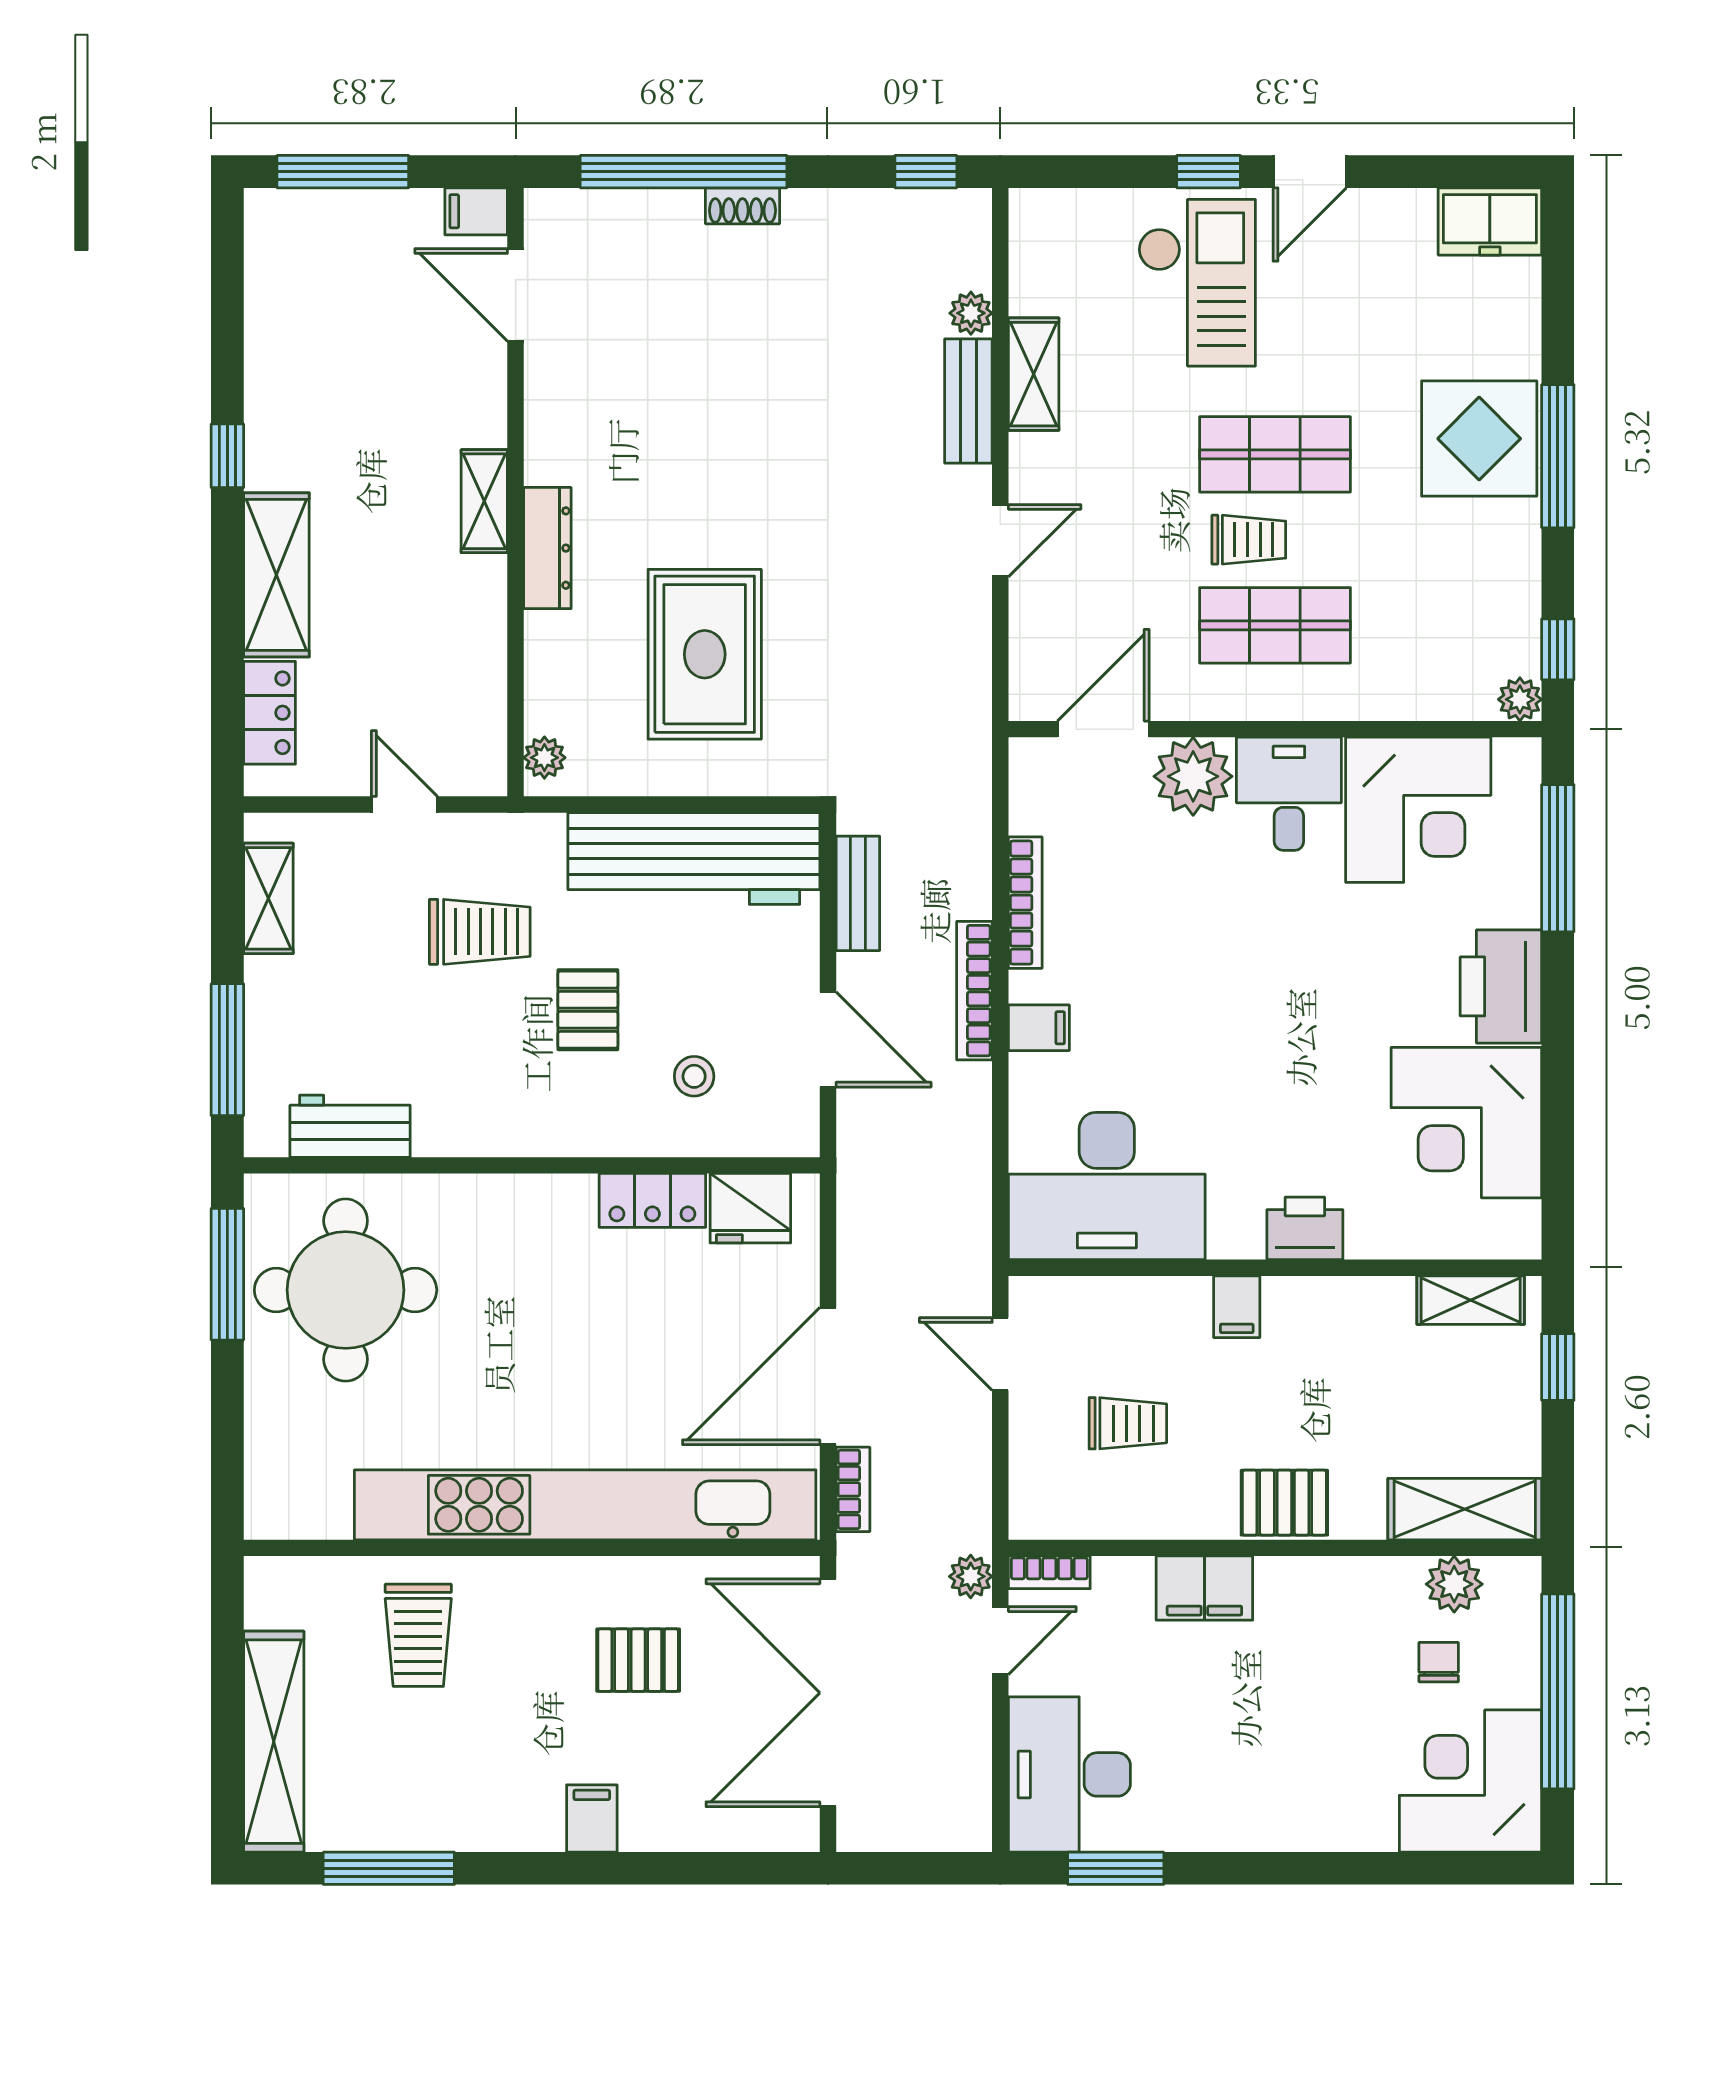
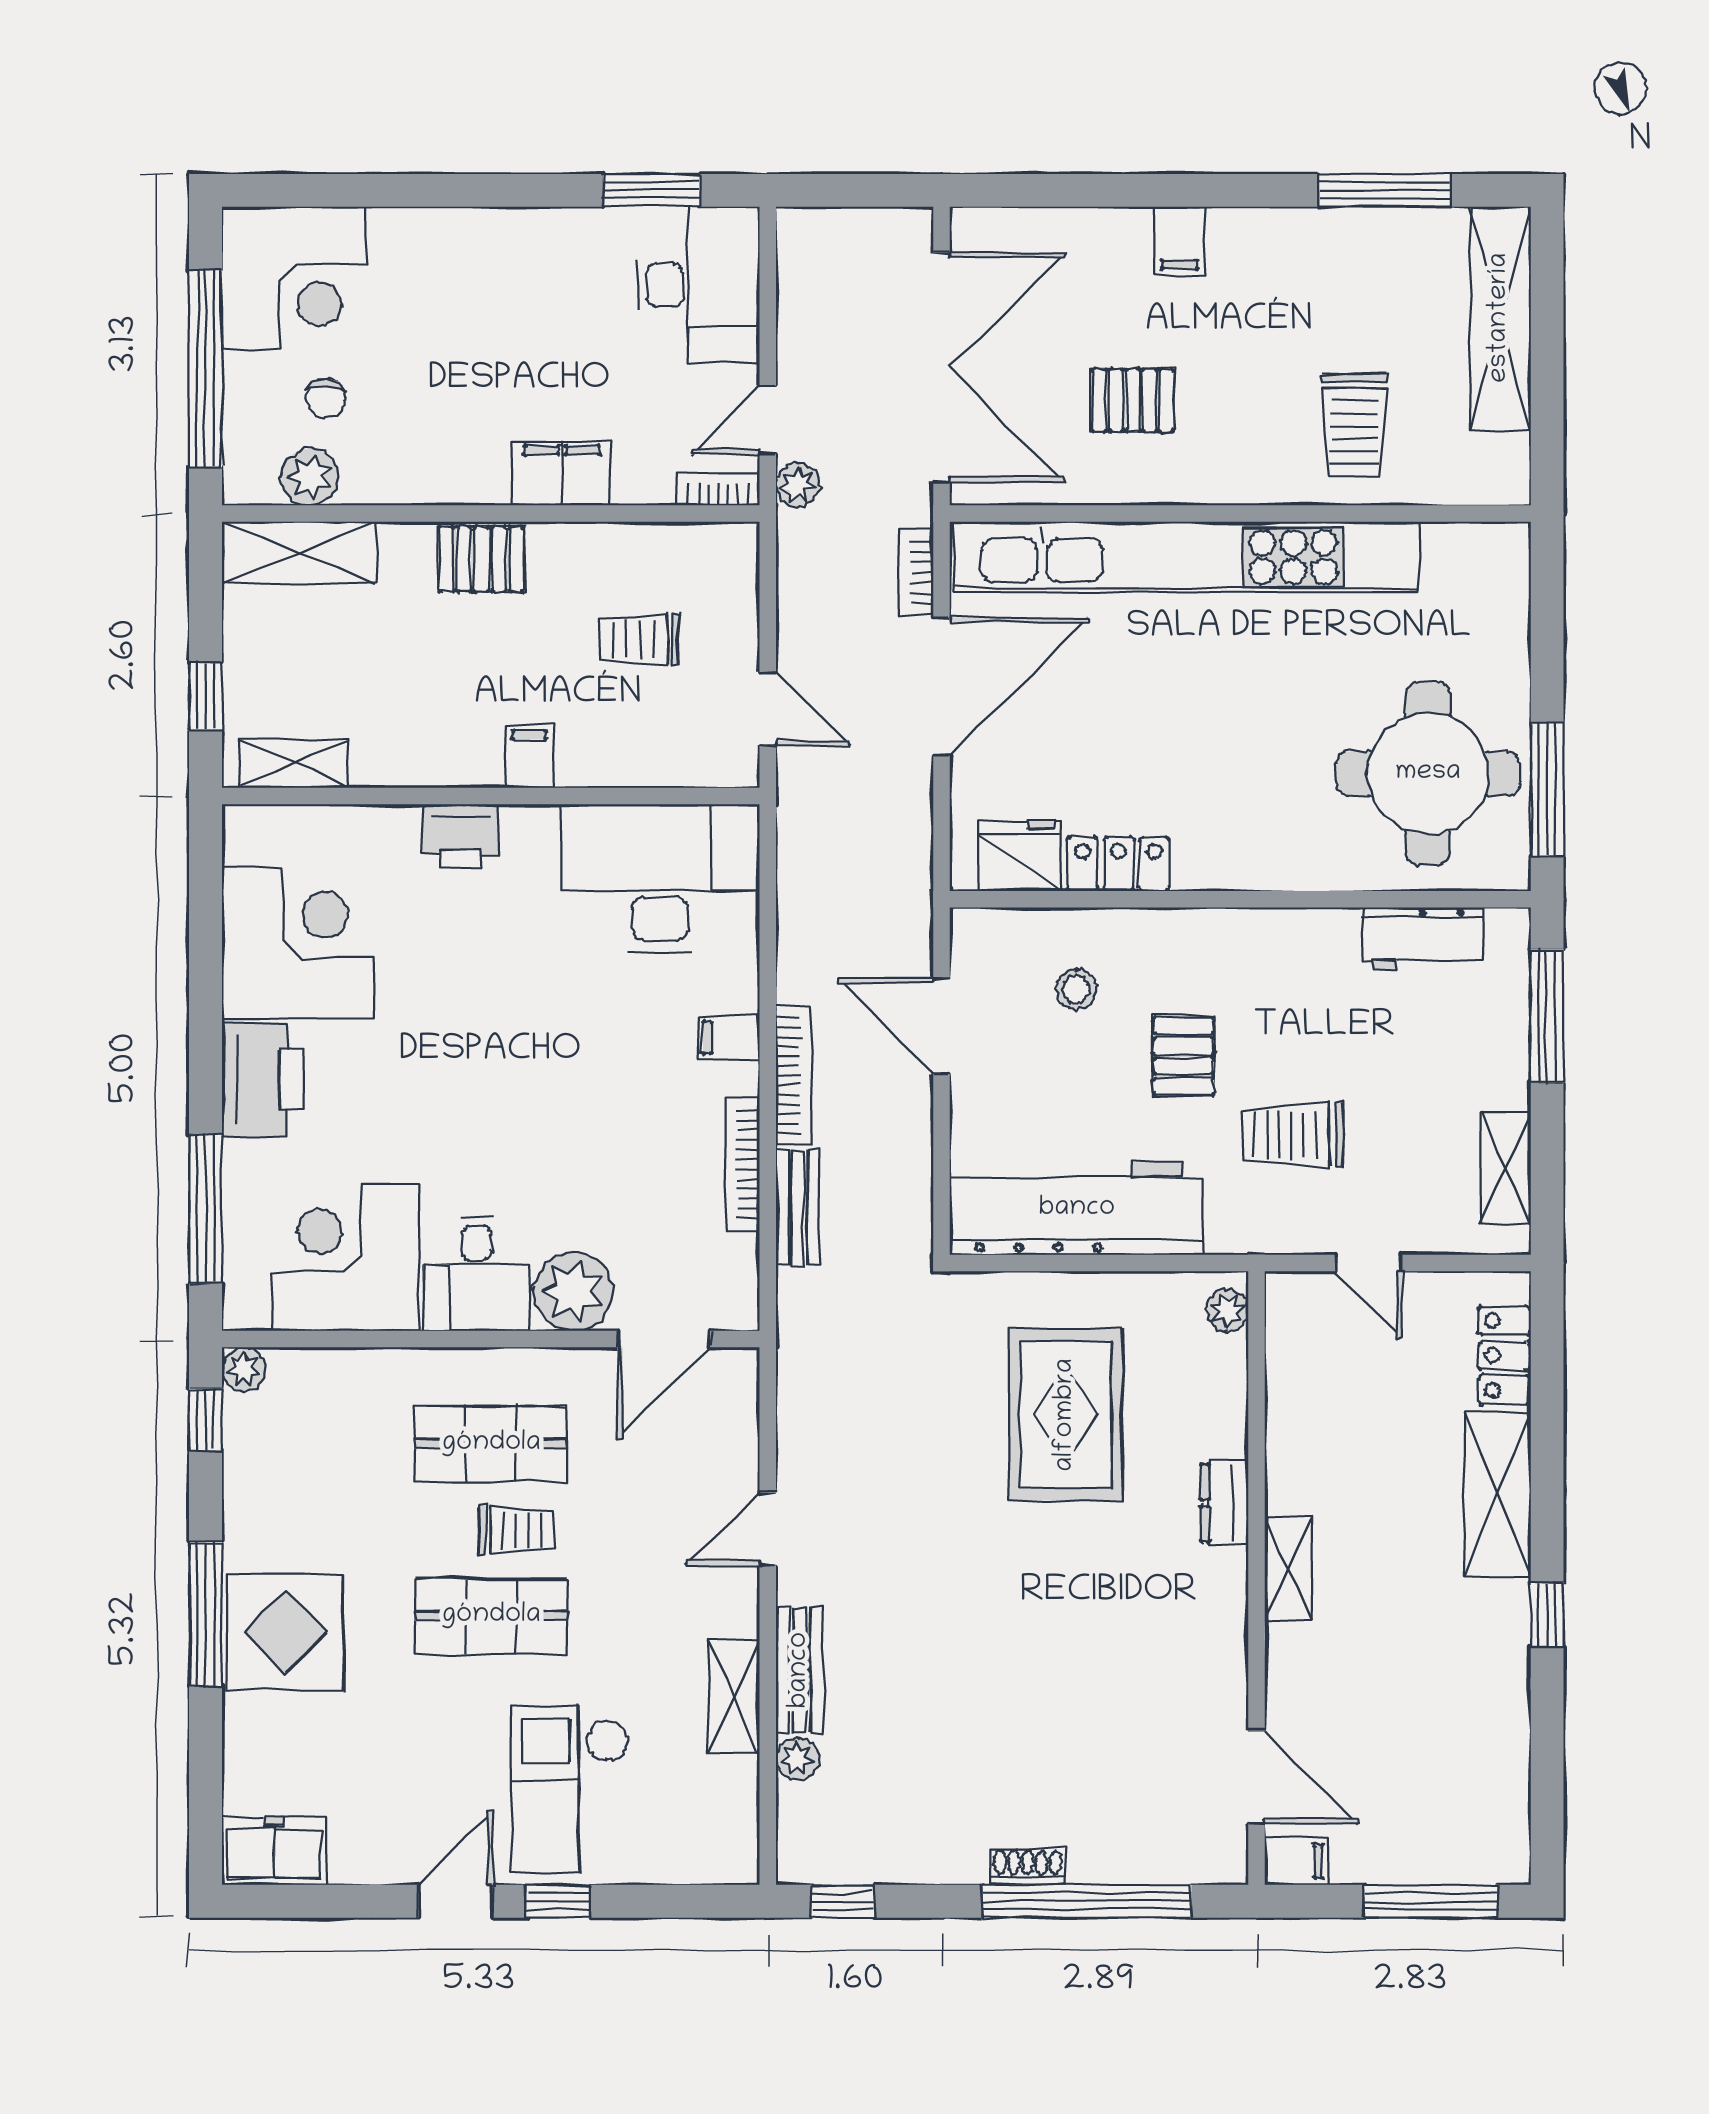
trolley: (1249, 540) -> (517, 1530), turned 180
dresser: (547, 548) -> (1224, 1503), width x0.70
bench: (858, 893) -> (798, 1207), moved
trolley: (418, 1635) -> (1355, 425), turned 180

